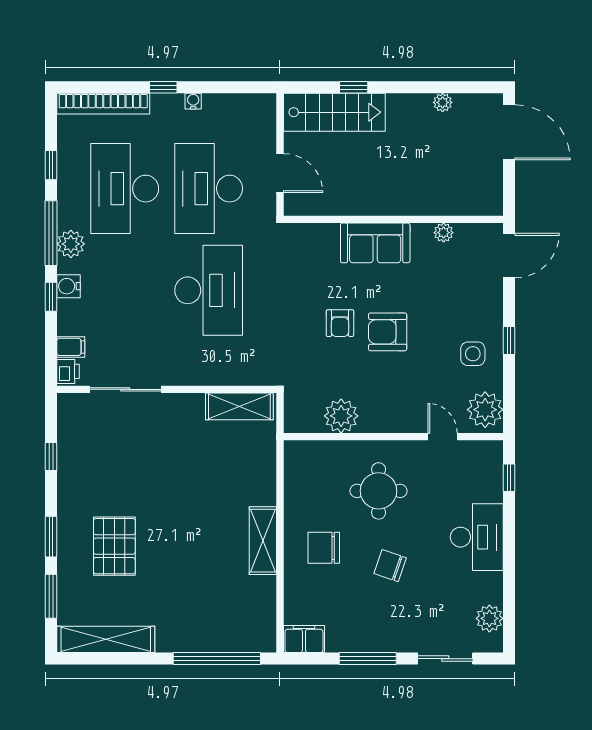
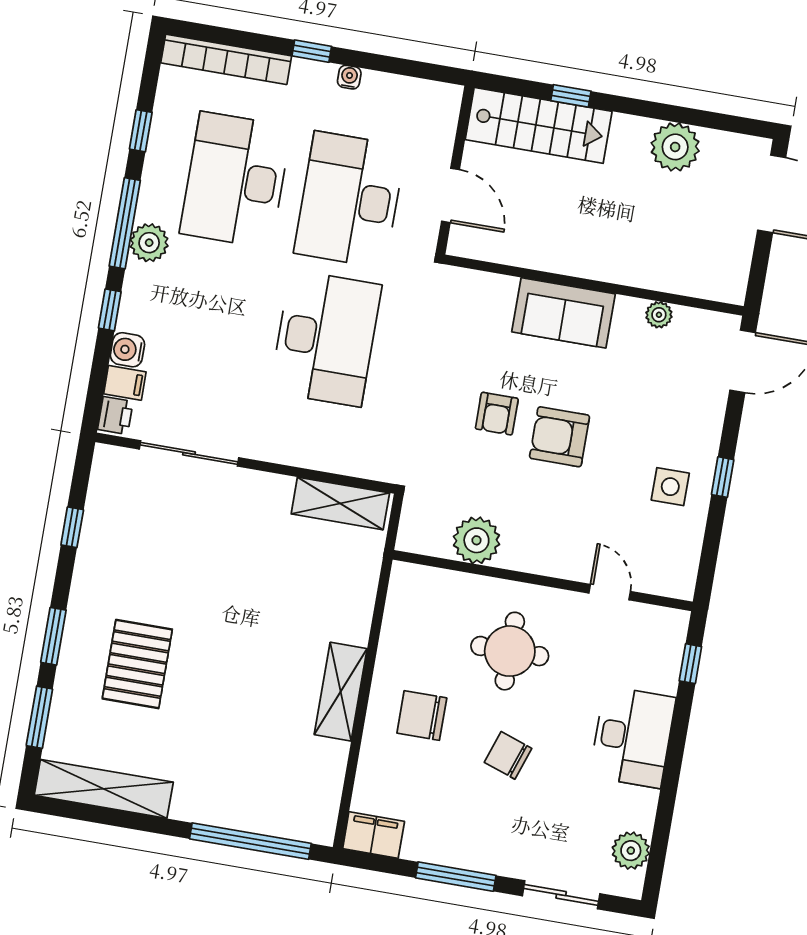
plant: (443, 102) -> (675, 147), width x1.87, depth x1.87
water cooler: (69, 286) -> (127, 350), moved
plant: (485, 410) -> (674, 565), removed

